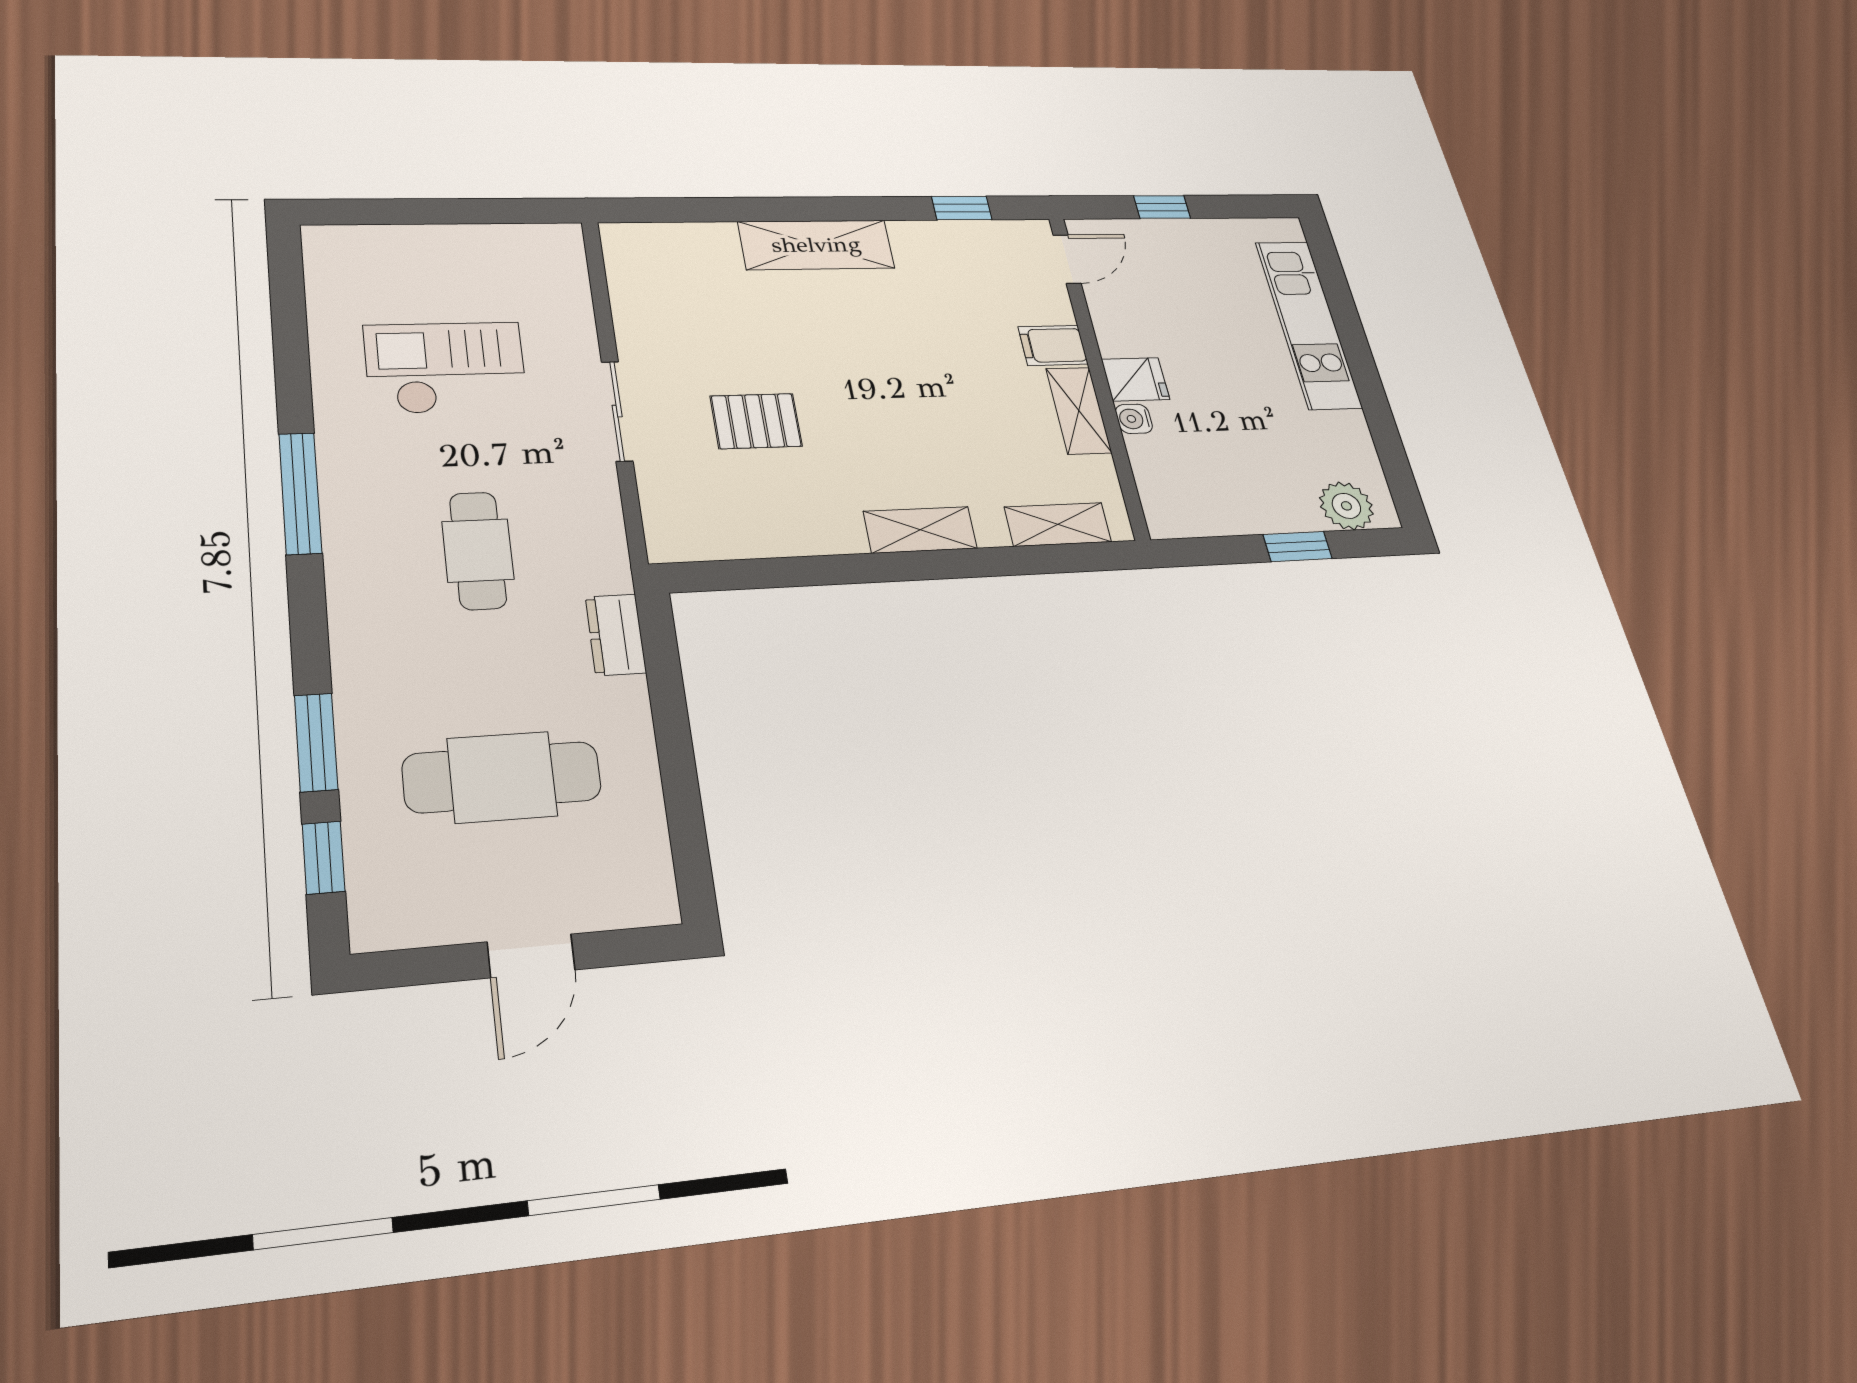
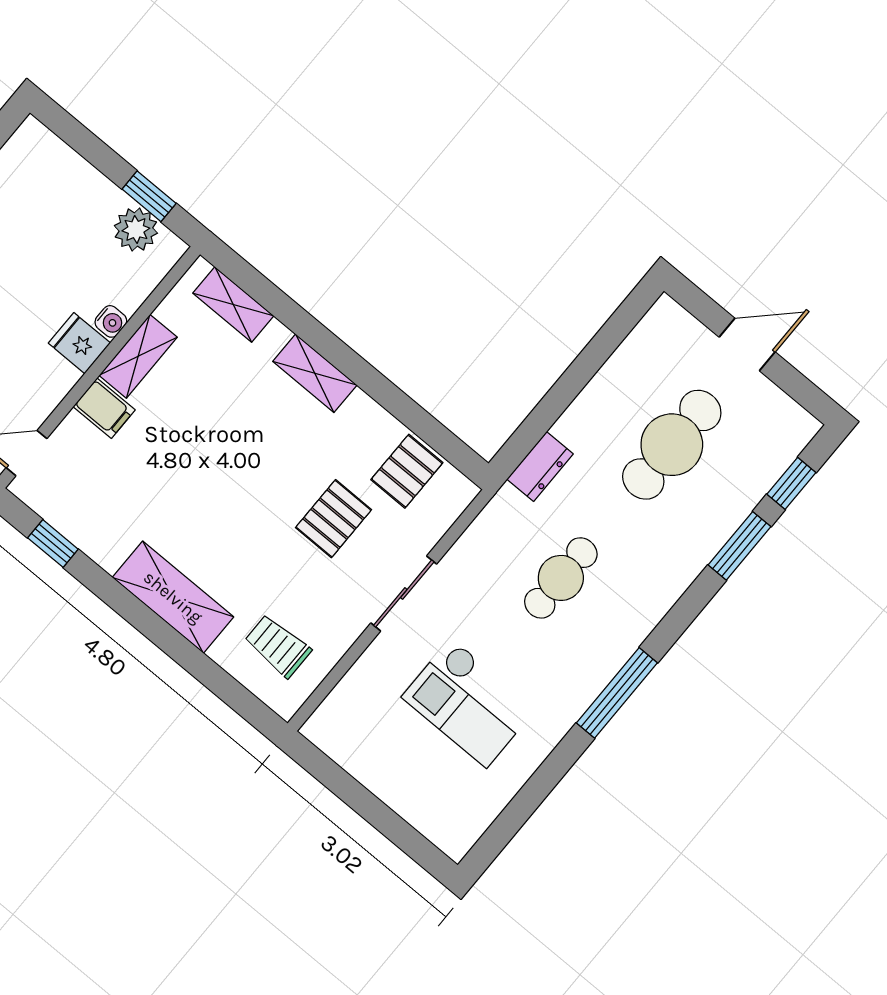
trolley: (680, 277) -> (278, 646), added
pallet: (756, 421) -> (333, 519), turned 90
plant: (1346, 506) -> (136, 229), moved
pallet: (738, 519) -> (407, 471), added
window: (1298, 547) -> (149, 196), moved
cafe table: (502, 777) -> (672, 445), turned 90

